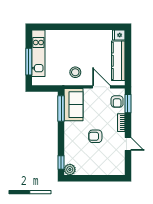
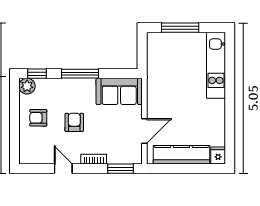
kitchen unit: (38, 53) -> (216, 65), moved, turned 90
stool: (75, 72) -> (165, 94), removed
armchair: (117, 102) -> (38, 118), moved
window: (61, 108) -> (80, 74), moved
door: (128, 144) -> (63, 169), swing flipped

